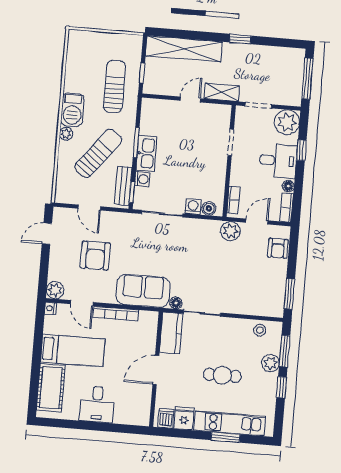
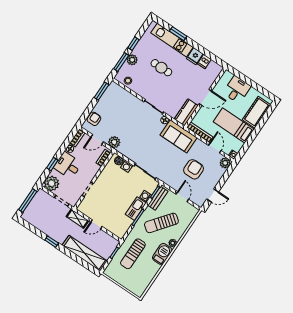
kitchen counter: (171, 333) -> (186, 112), moved
wall: (156, 369) -> (205, 98), moved
door: (156, 370) -> (205, 97), moved

